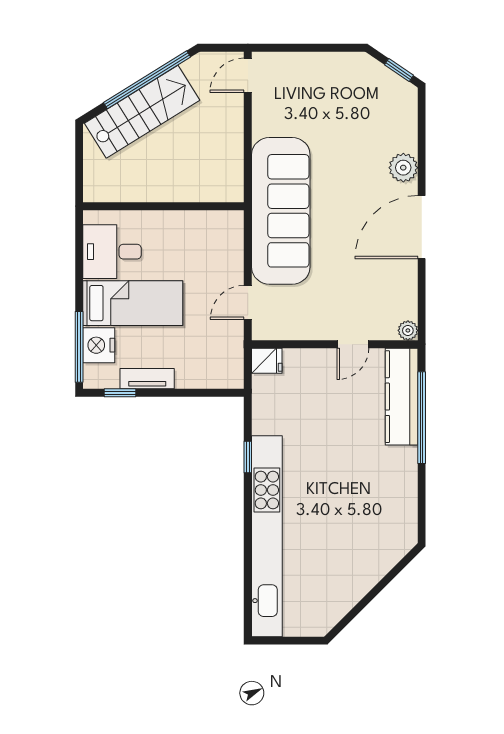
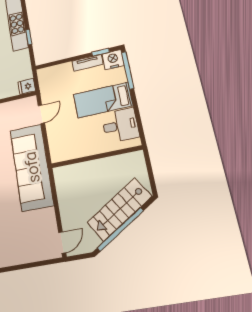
nightstand: (99, 345) -> (113, 60), moved, turned -90

